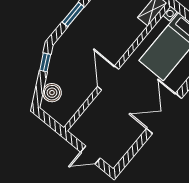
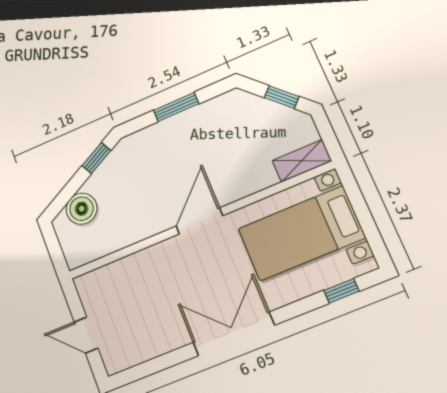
door: (108, 78) -> (199, 221), moved

